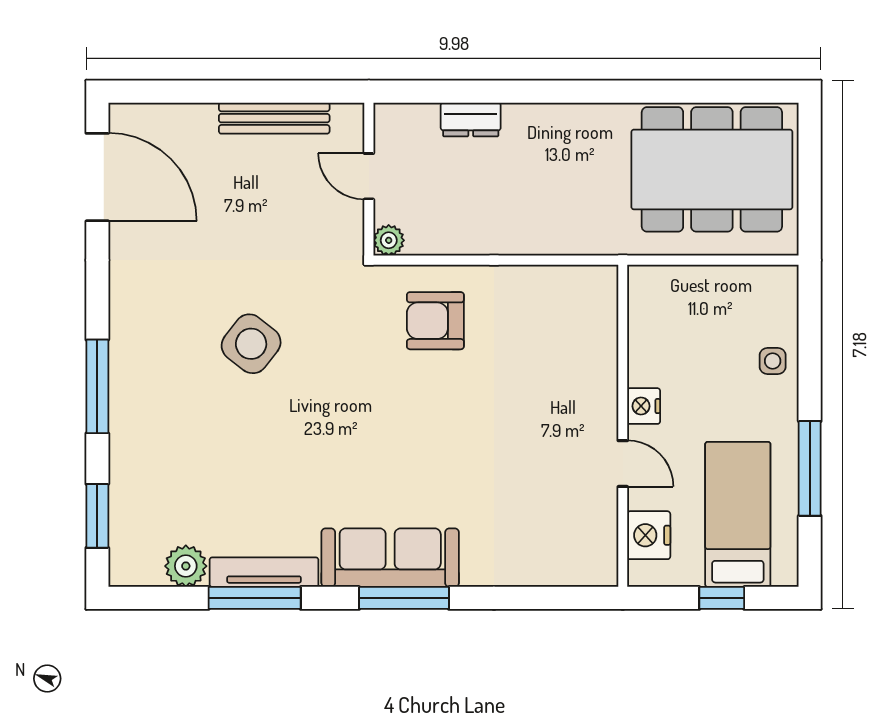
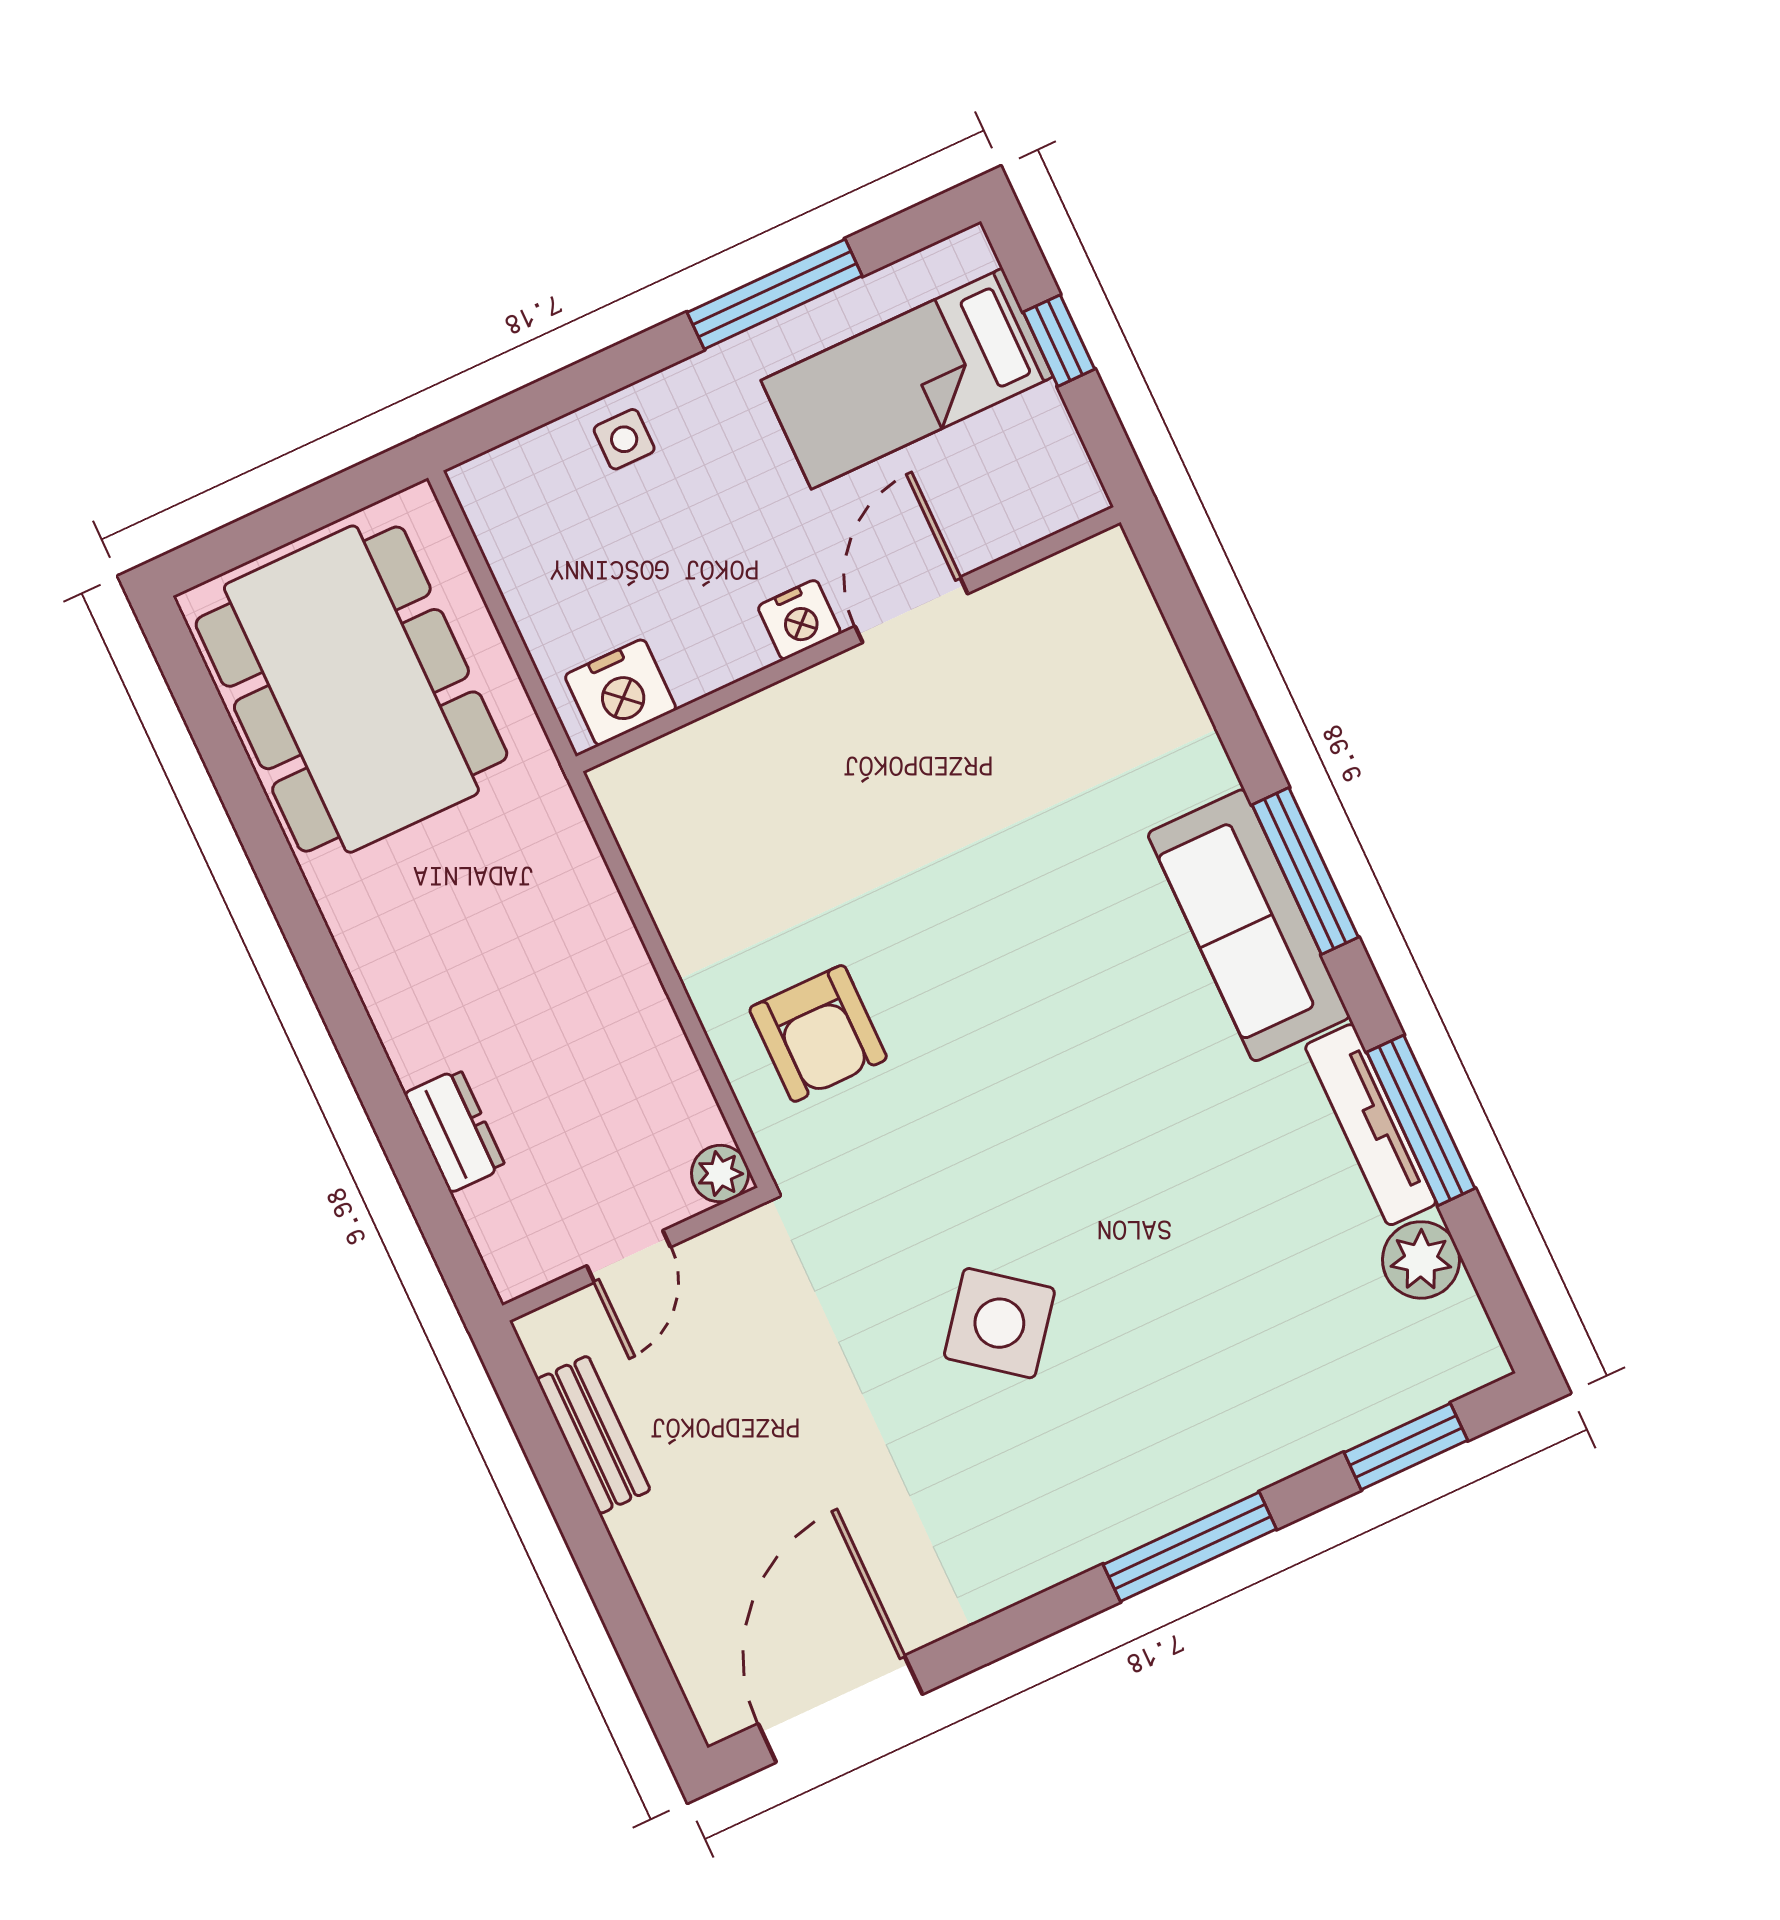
bench: (274, 118) -> (593, 1435), width x0.73
door: (623, 464) -> (911, 610), width x1.38
nightstand: (649, 535) -> (620, 692), moved

